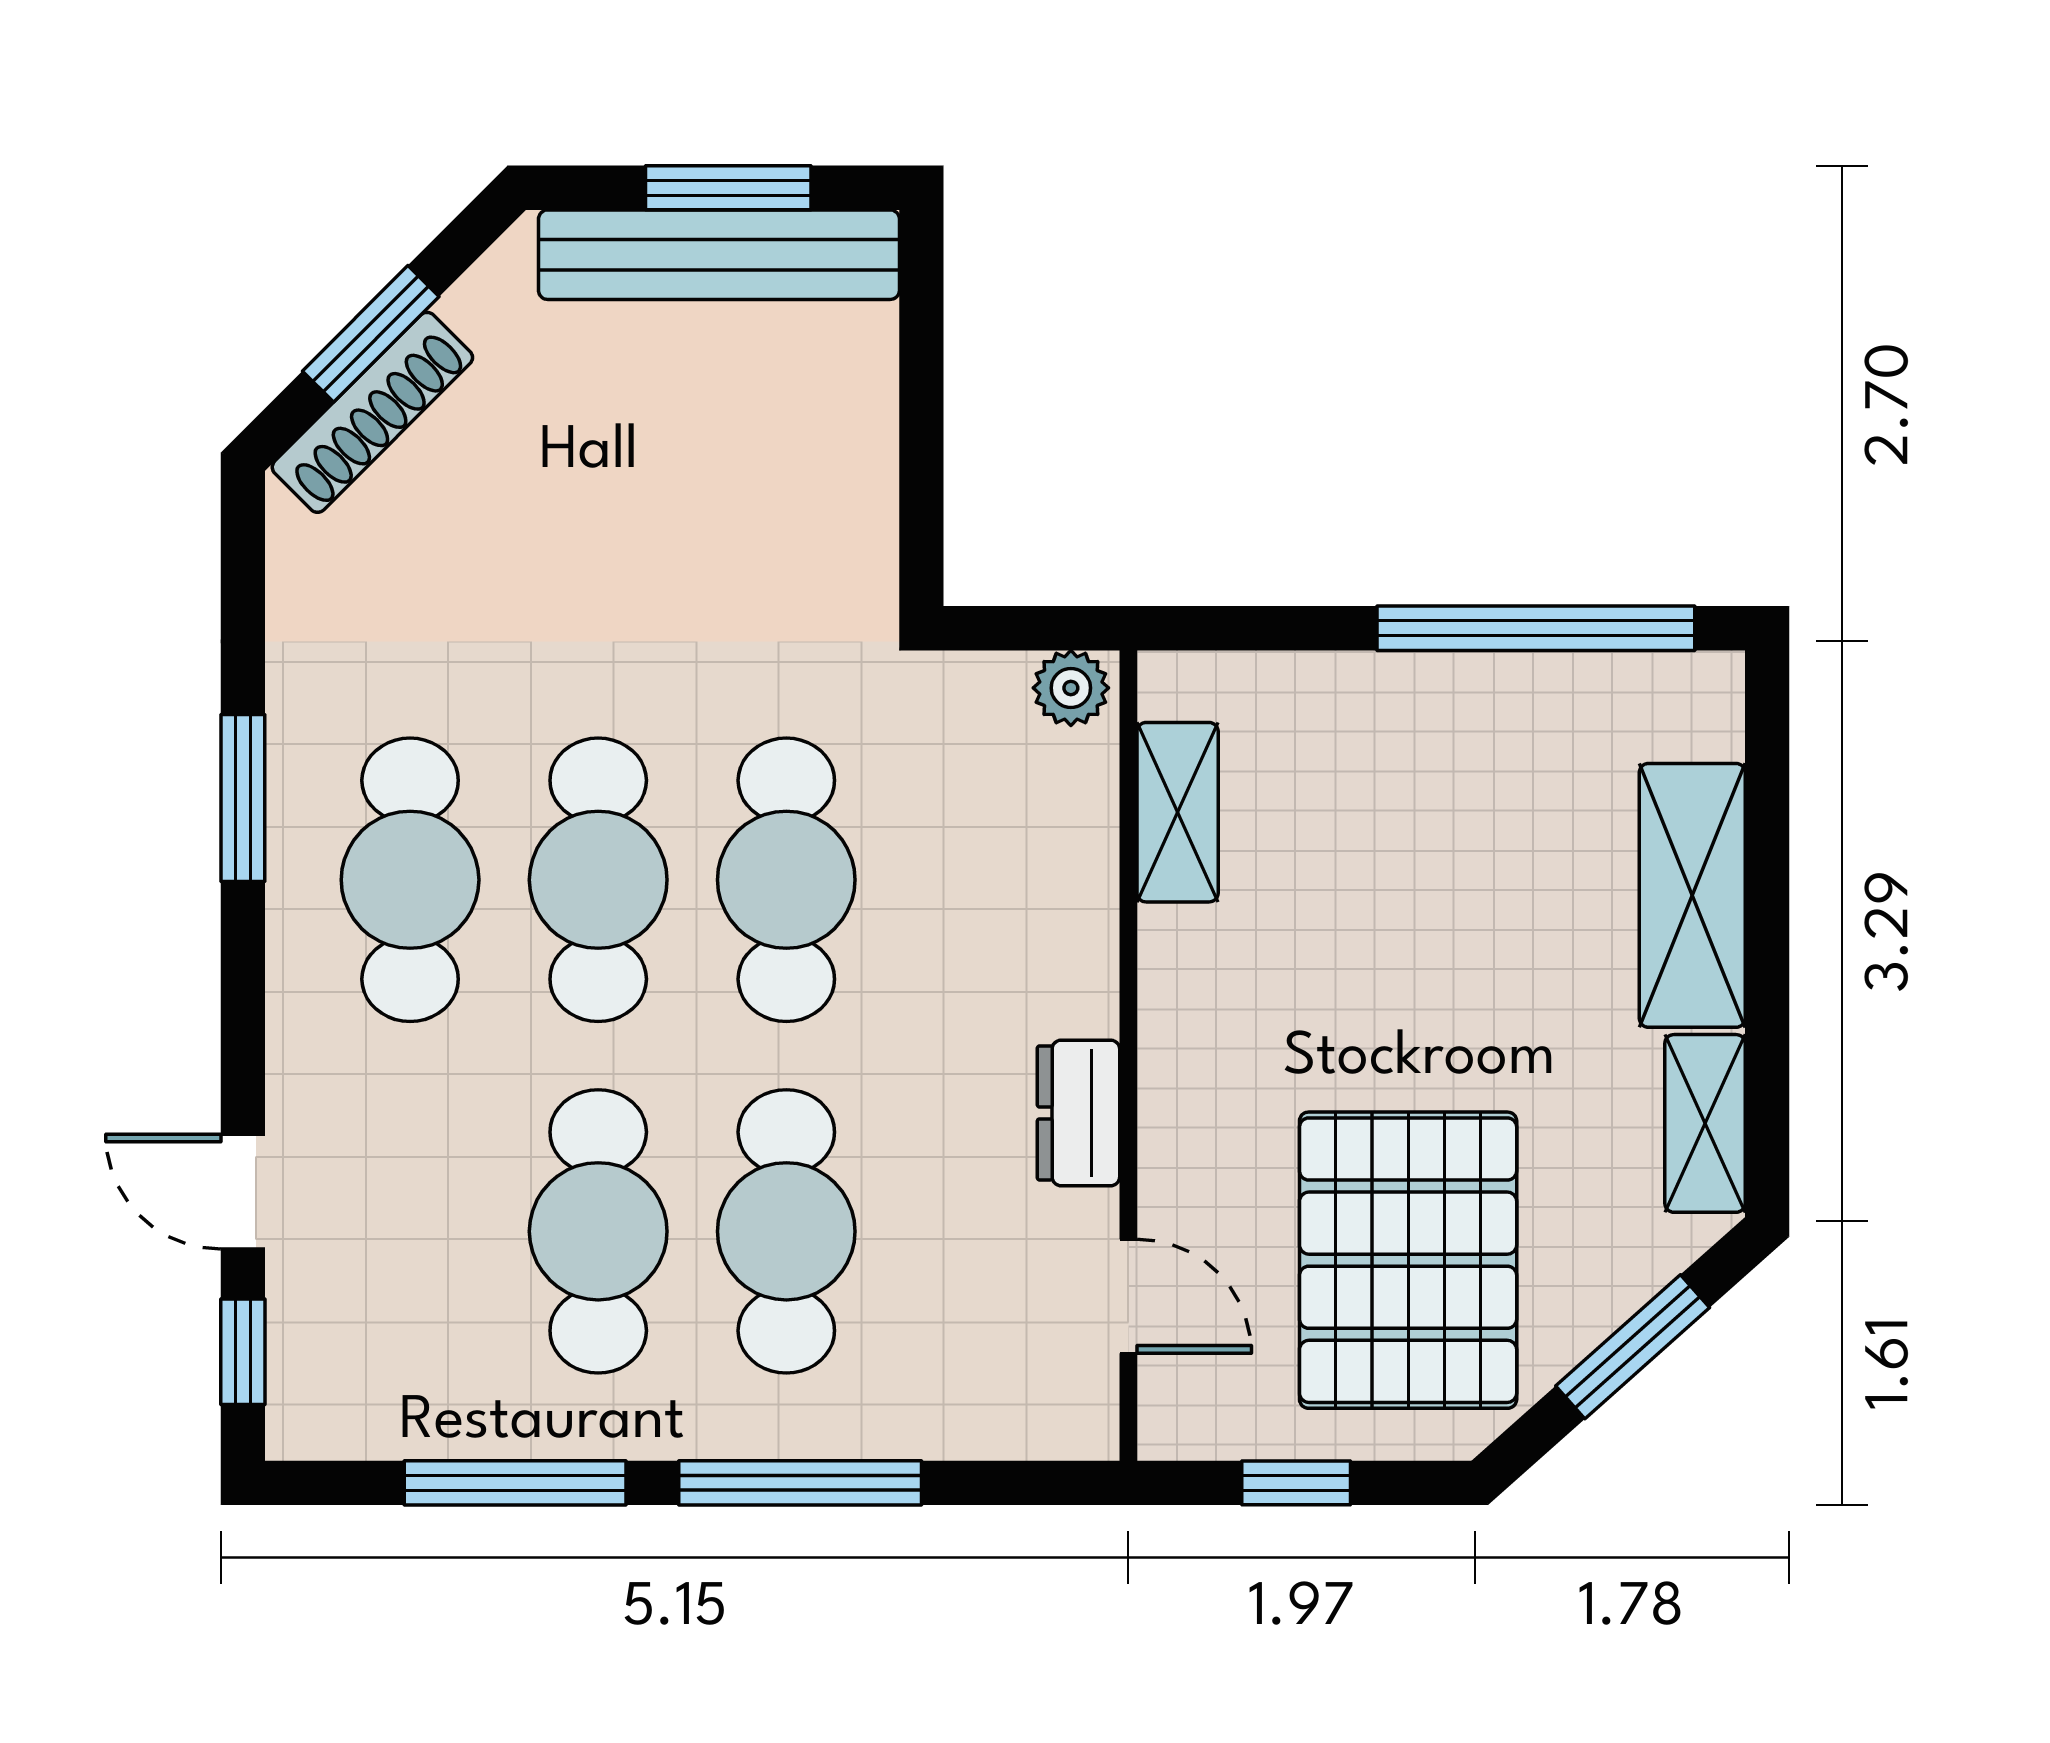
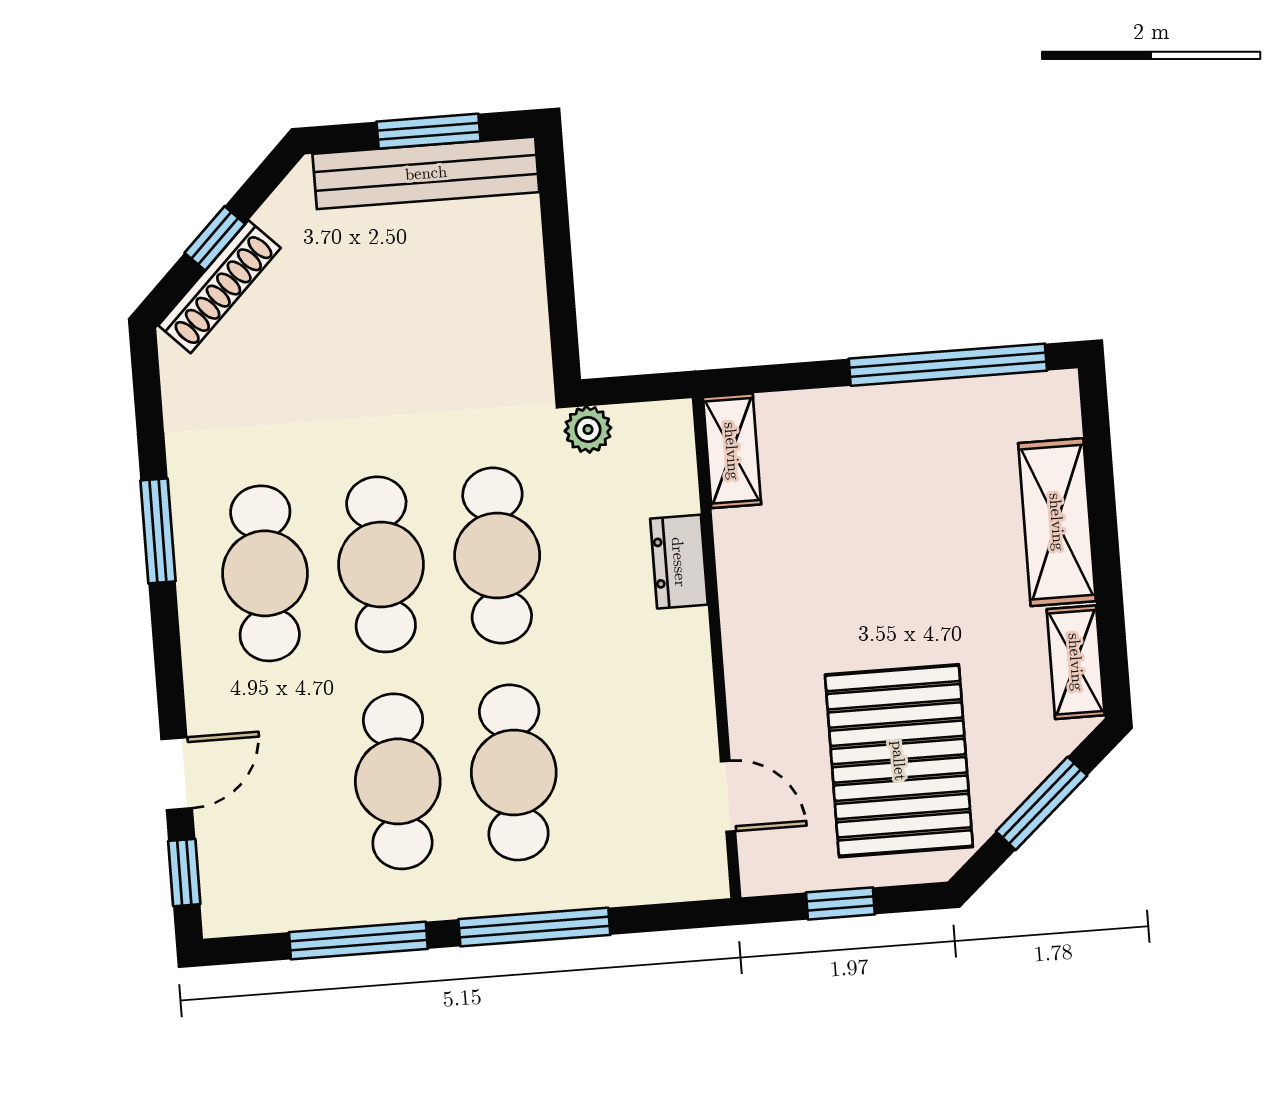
window: (371, 334) -> (215, 238), width x0.67
plant: (1071, 688) -> (588, 429), moved
shelving: (1178, 812) -> (732, 451), moved
dresser: (1078, 1113) -> (679, 562), moved
door: (243, 1192) -> (177, 774), swing flipped

